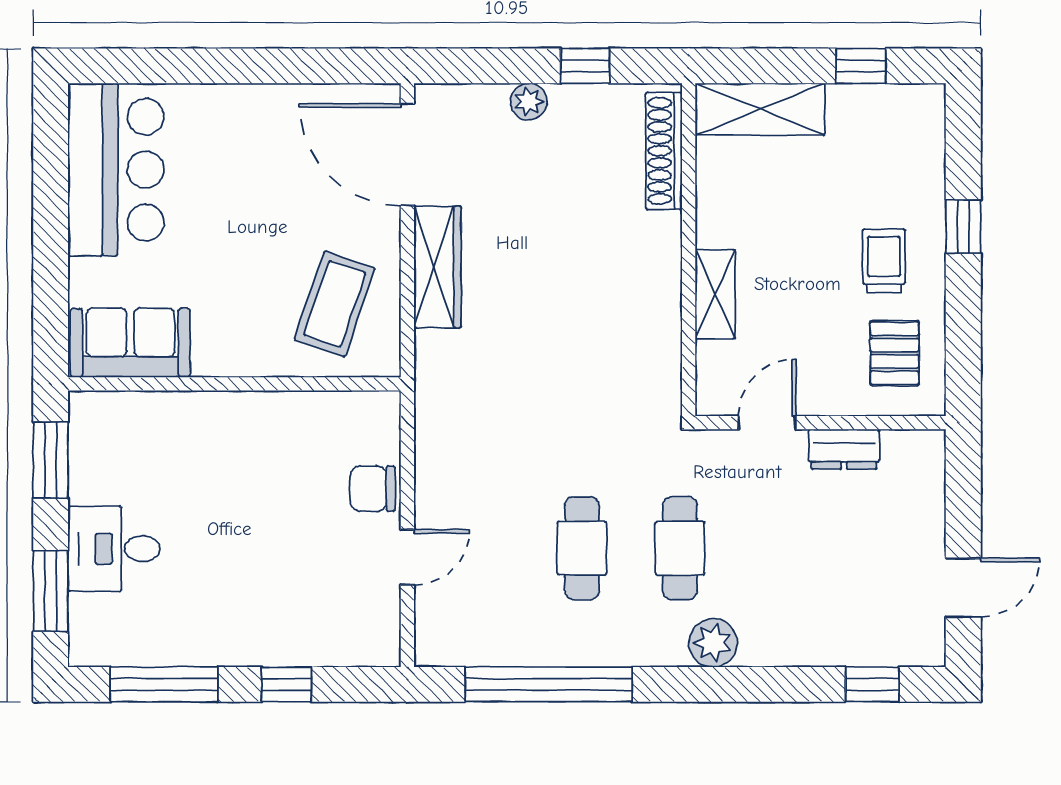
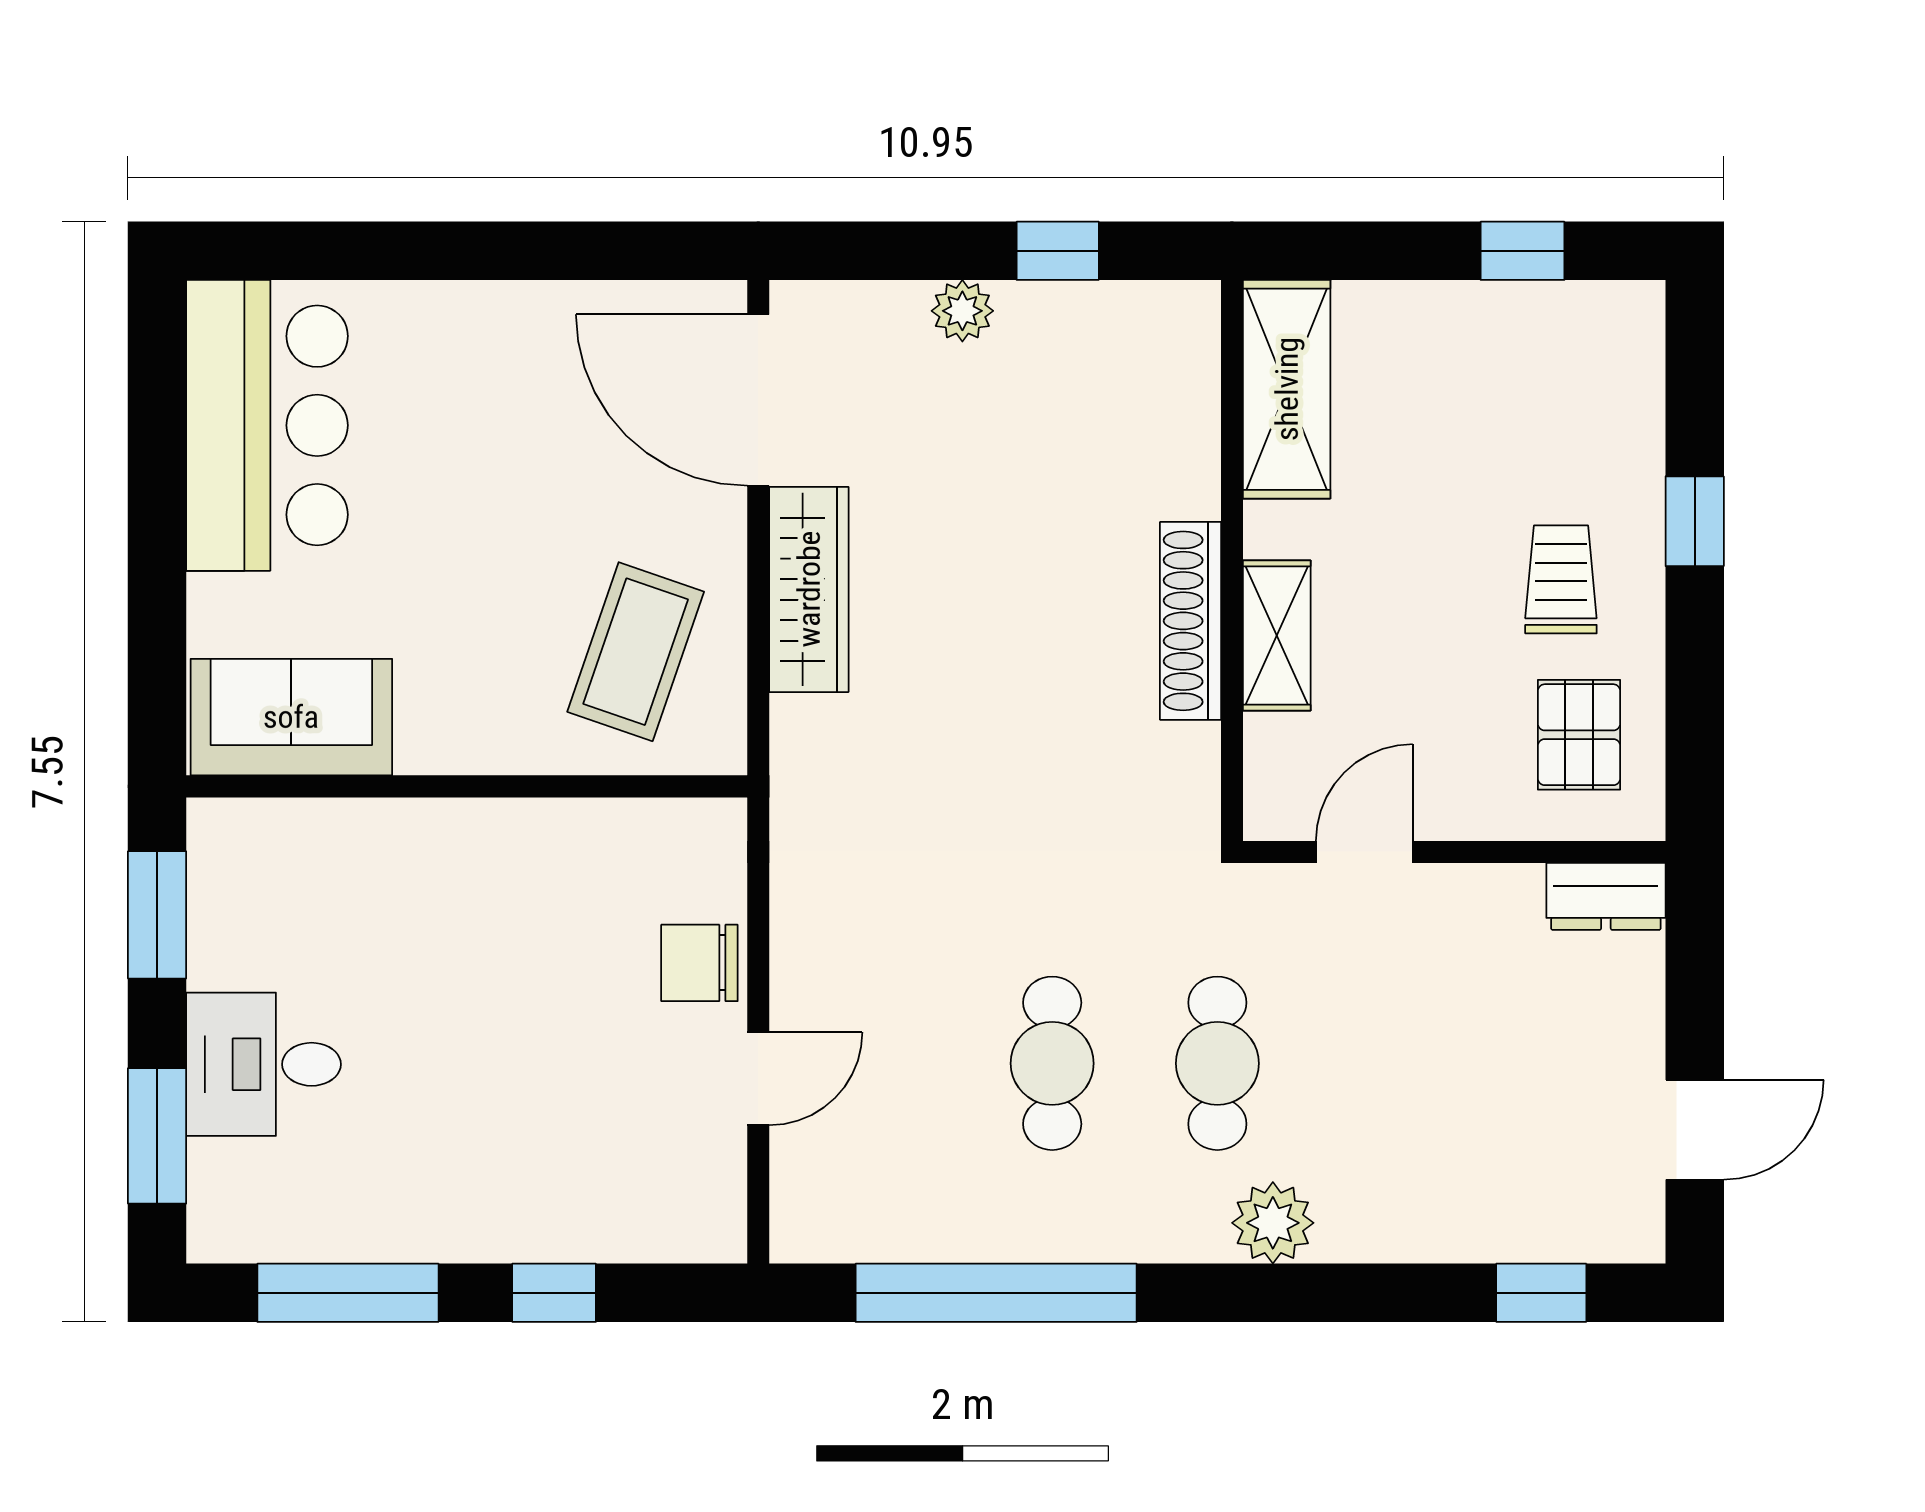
shelving: (760, 109) -> (1287, 389), moved, turned 90
shoe rack: (664, 151) -> (1190, 621), moved
dresser: (844, 449) -> (1606, 896), moved

